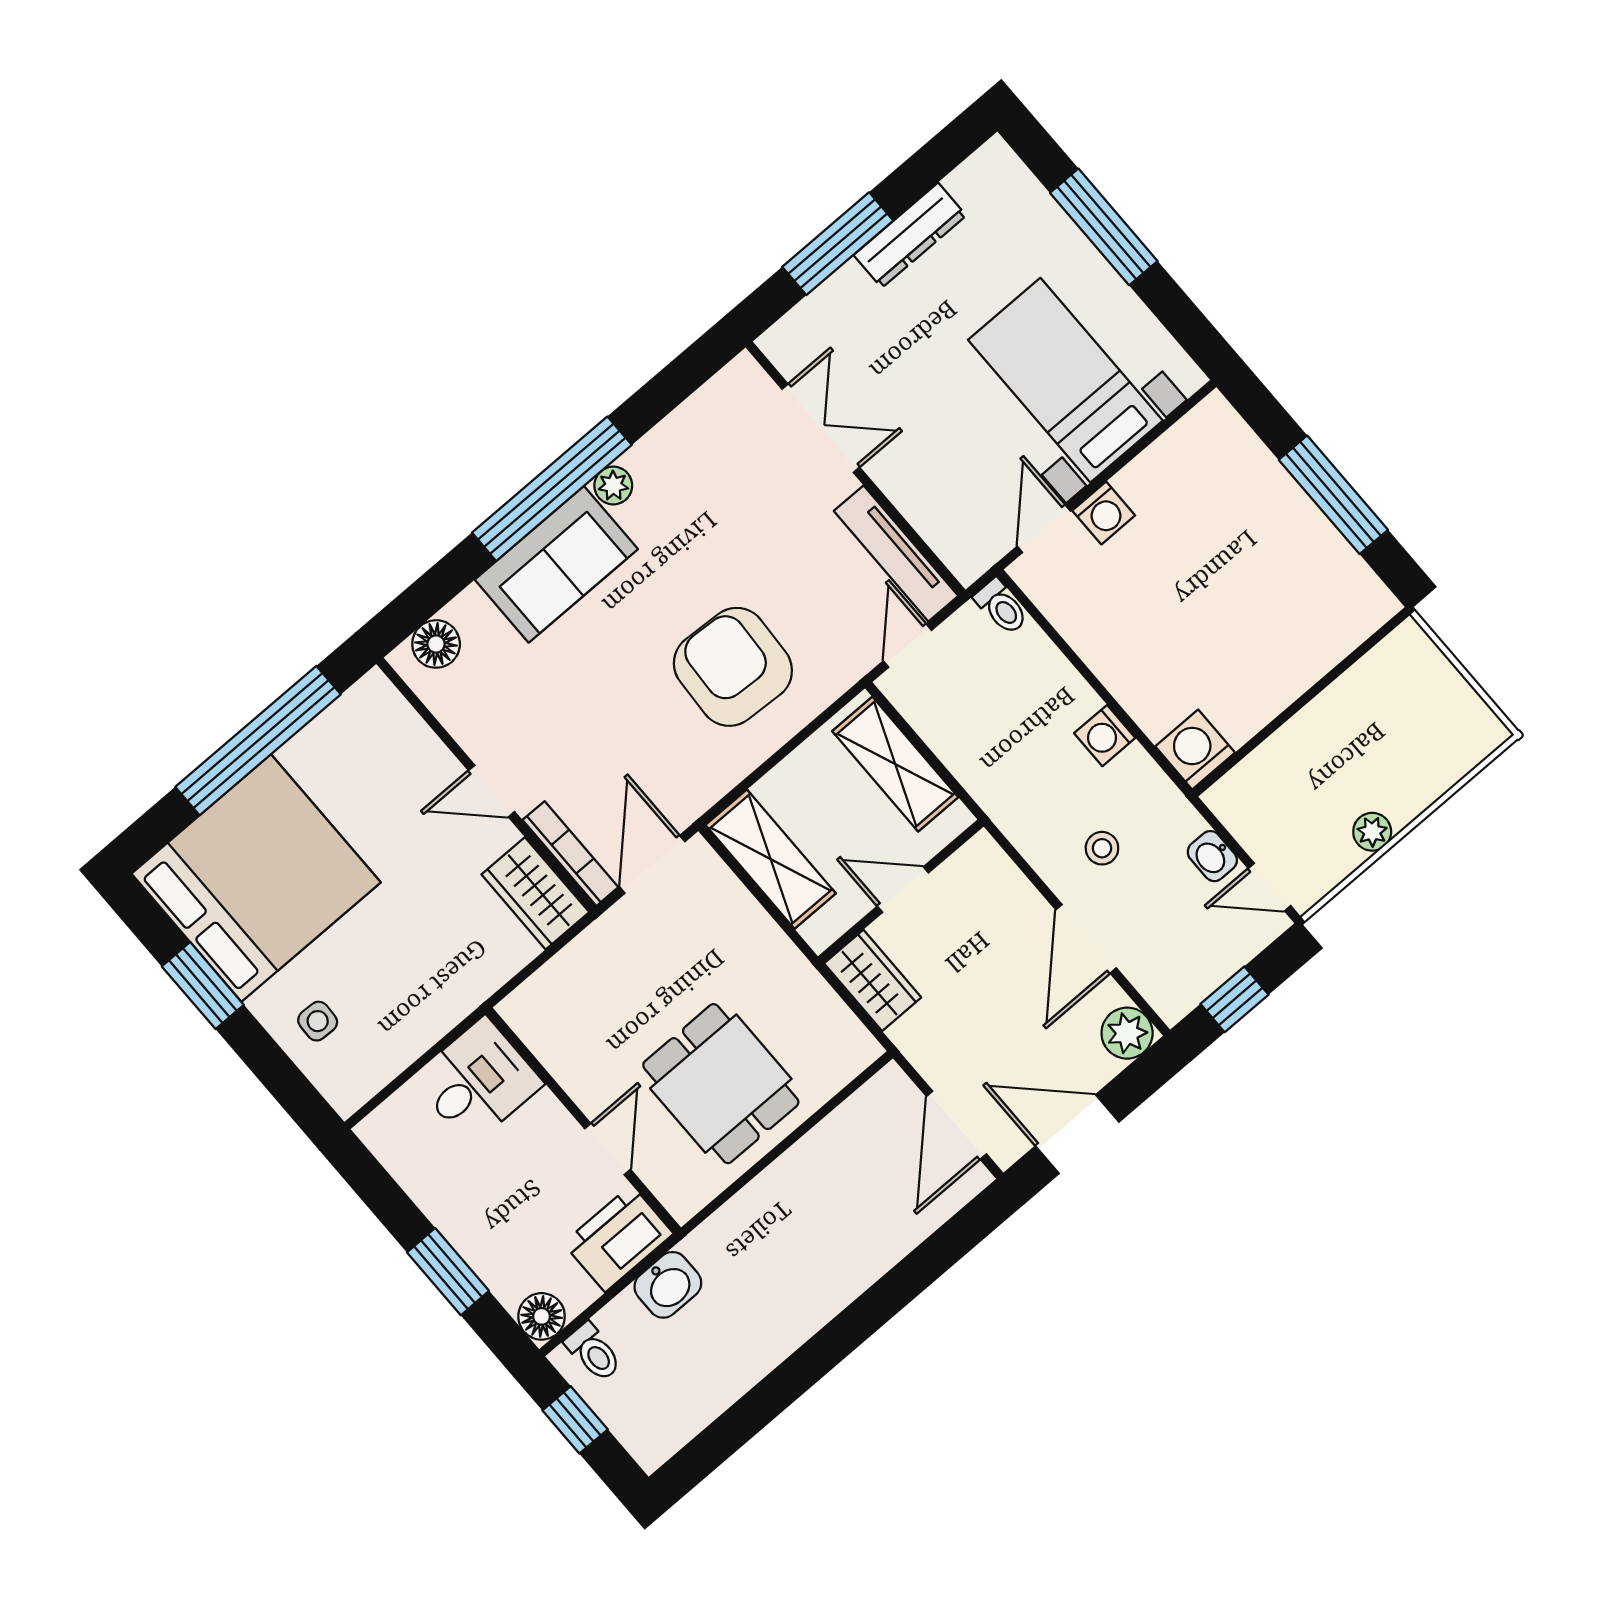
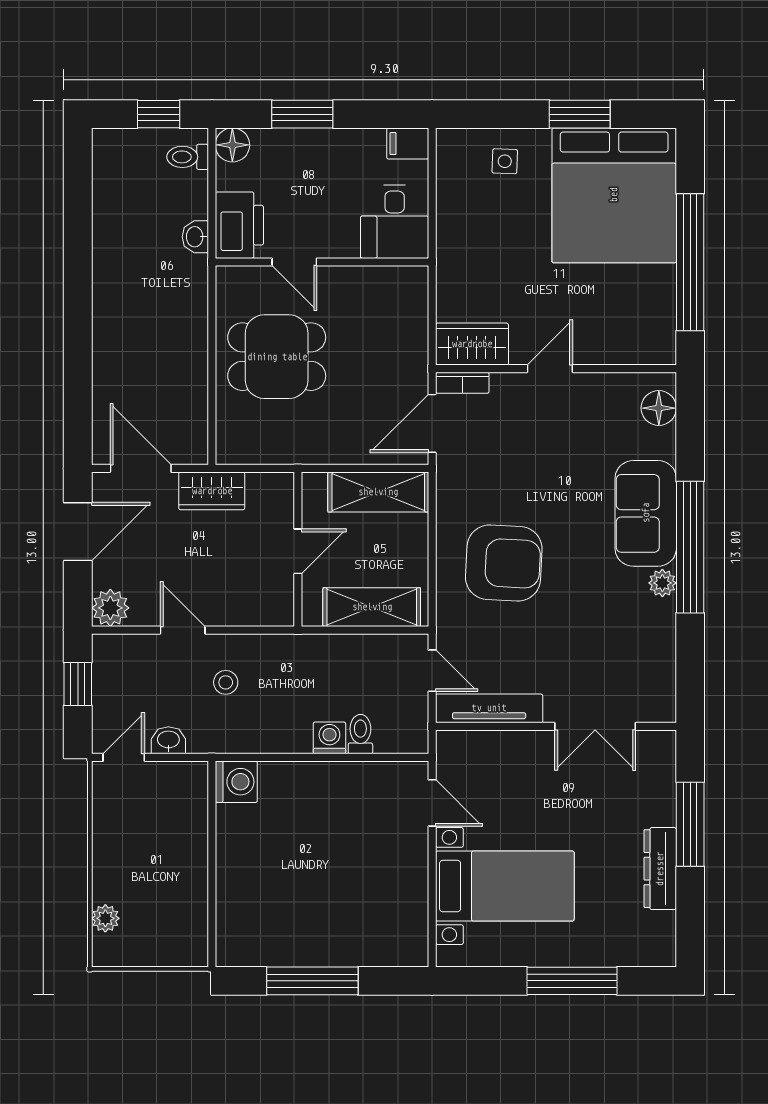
washing machine: (1104, 513) -> (412, 844), removed
toilet: (1001, 607) -> (360, 734), moved, turned 90
washing machine: (1105, 736) -> (329, 738), moved
plant: (1372, 832) -> (105, 918), moved
bookcase: (570, 854) -> (462, 383), width x0.64
door: (652, 864) -> (432, 423), swing flipped
door: (1086, 939) -> (183, 630), width x0.73
wardrobe: (873, 980) -> (212, 491), moved
filing cabinet: (385, 1137) -> (408, 144), added
washbasin: (668, 1285) -> (195, 237), width x0.72, depth x0.69

